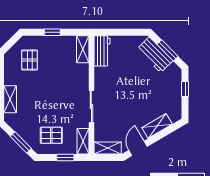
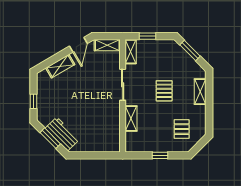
shelving: (83, 49) -> (131, 118), moved
workbench: (102, 51) -> (113, 138), removed
pallet: (51, 135) -> (164, 91), moved, turned 90

